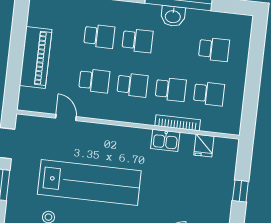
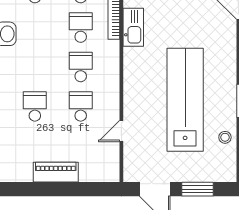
school desk: (138, 41) -> (35, 67), removed
piano: (36, 58) -> (56, 172), width x0.73, depth x0.75
kitchen sink: (165, 140) -> (133, 27), width x1.38

